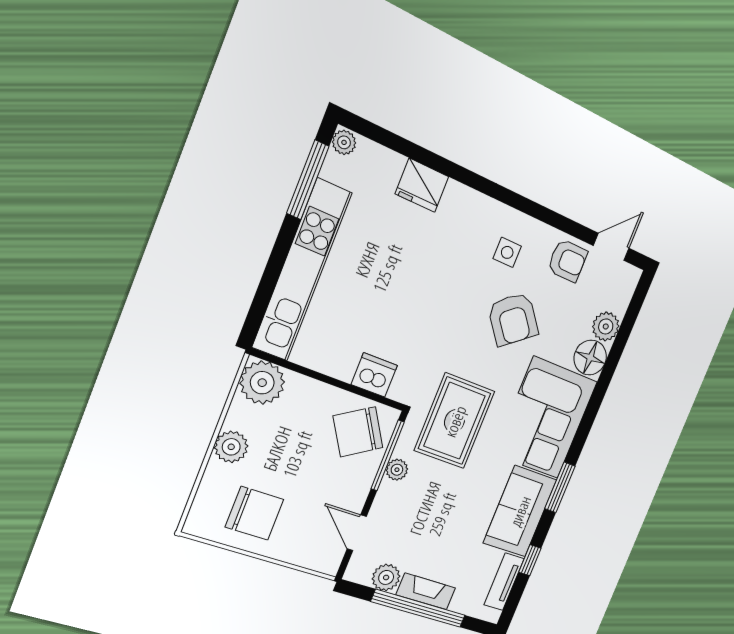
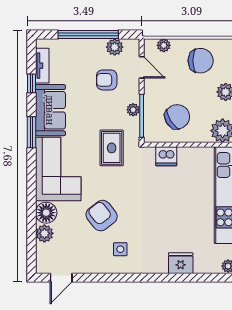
armchair: (567, 261) -> (107, 80), moved
rug: (455, 421) -> (112, 148), width x0.73, depth x0.70
chair: (358, 432) -> (177, 117), moved
chair: (255, 513) -> (201, 61), turned 180
plant: (307, 557) -> (164, 45), added
fireplace: (426, 591) -> (88, 46), removed

